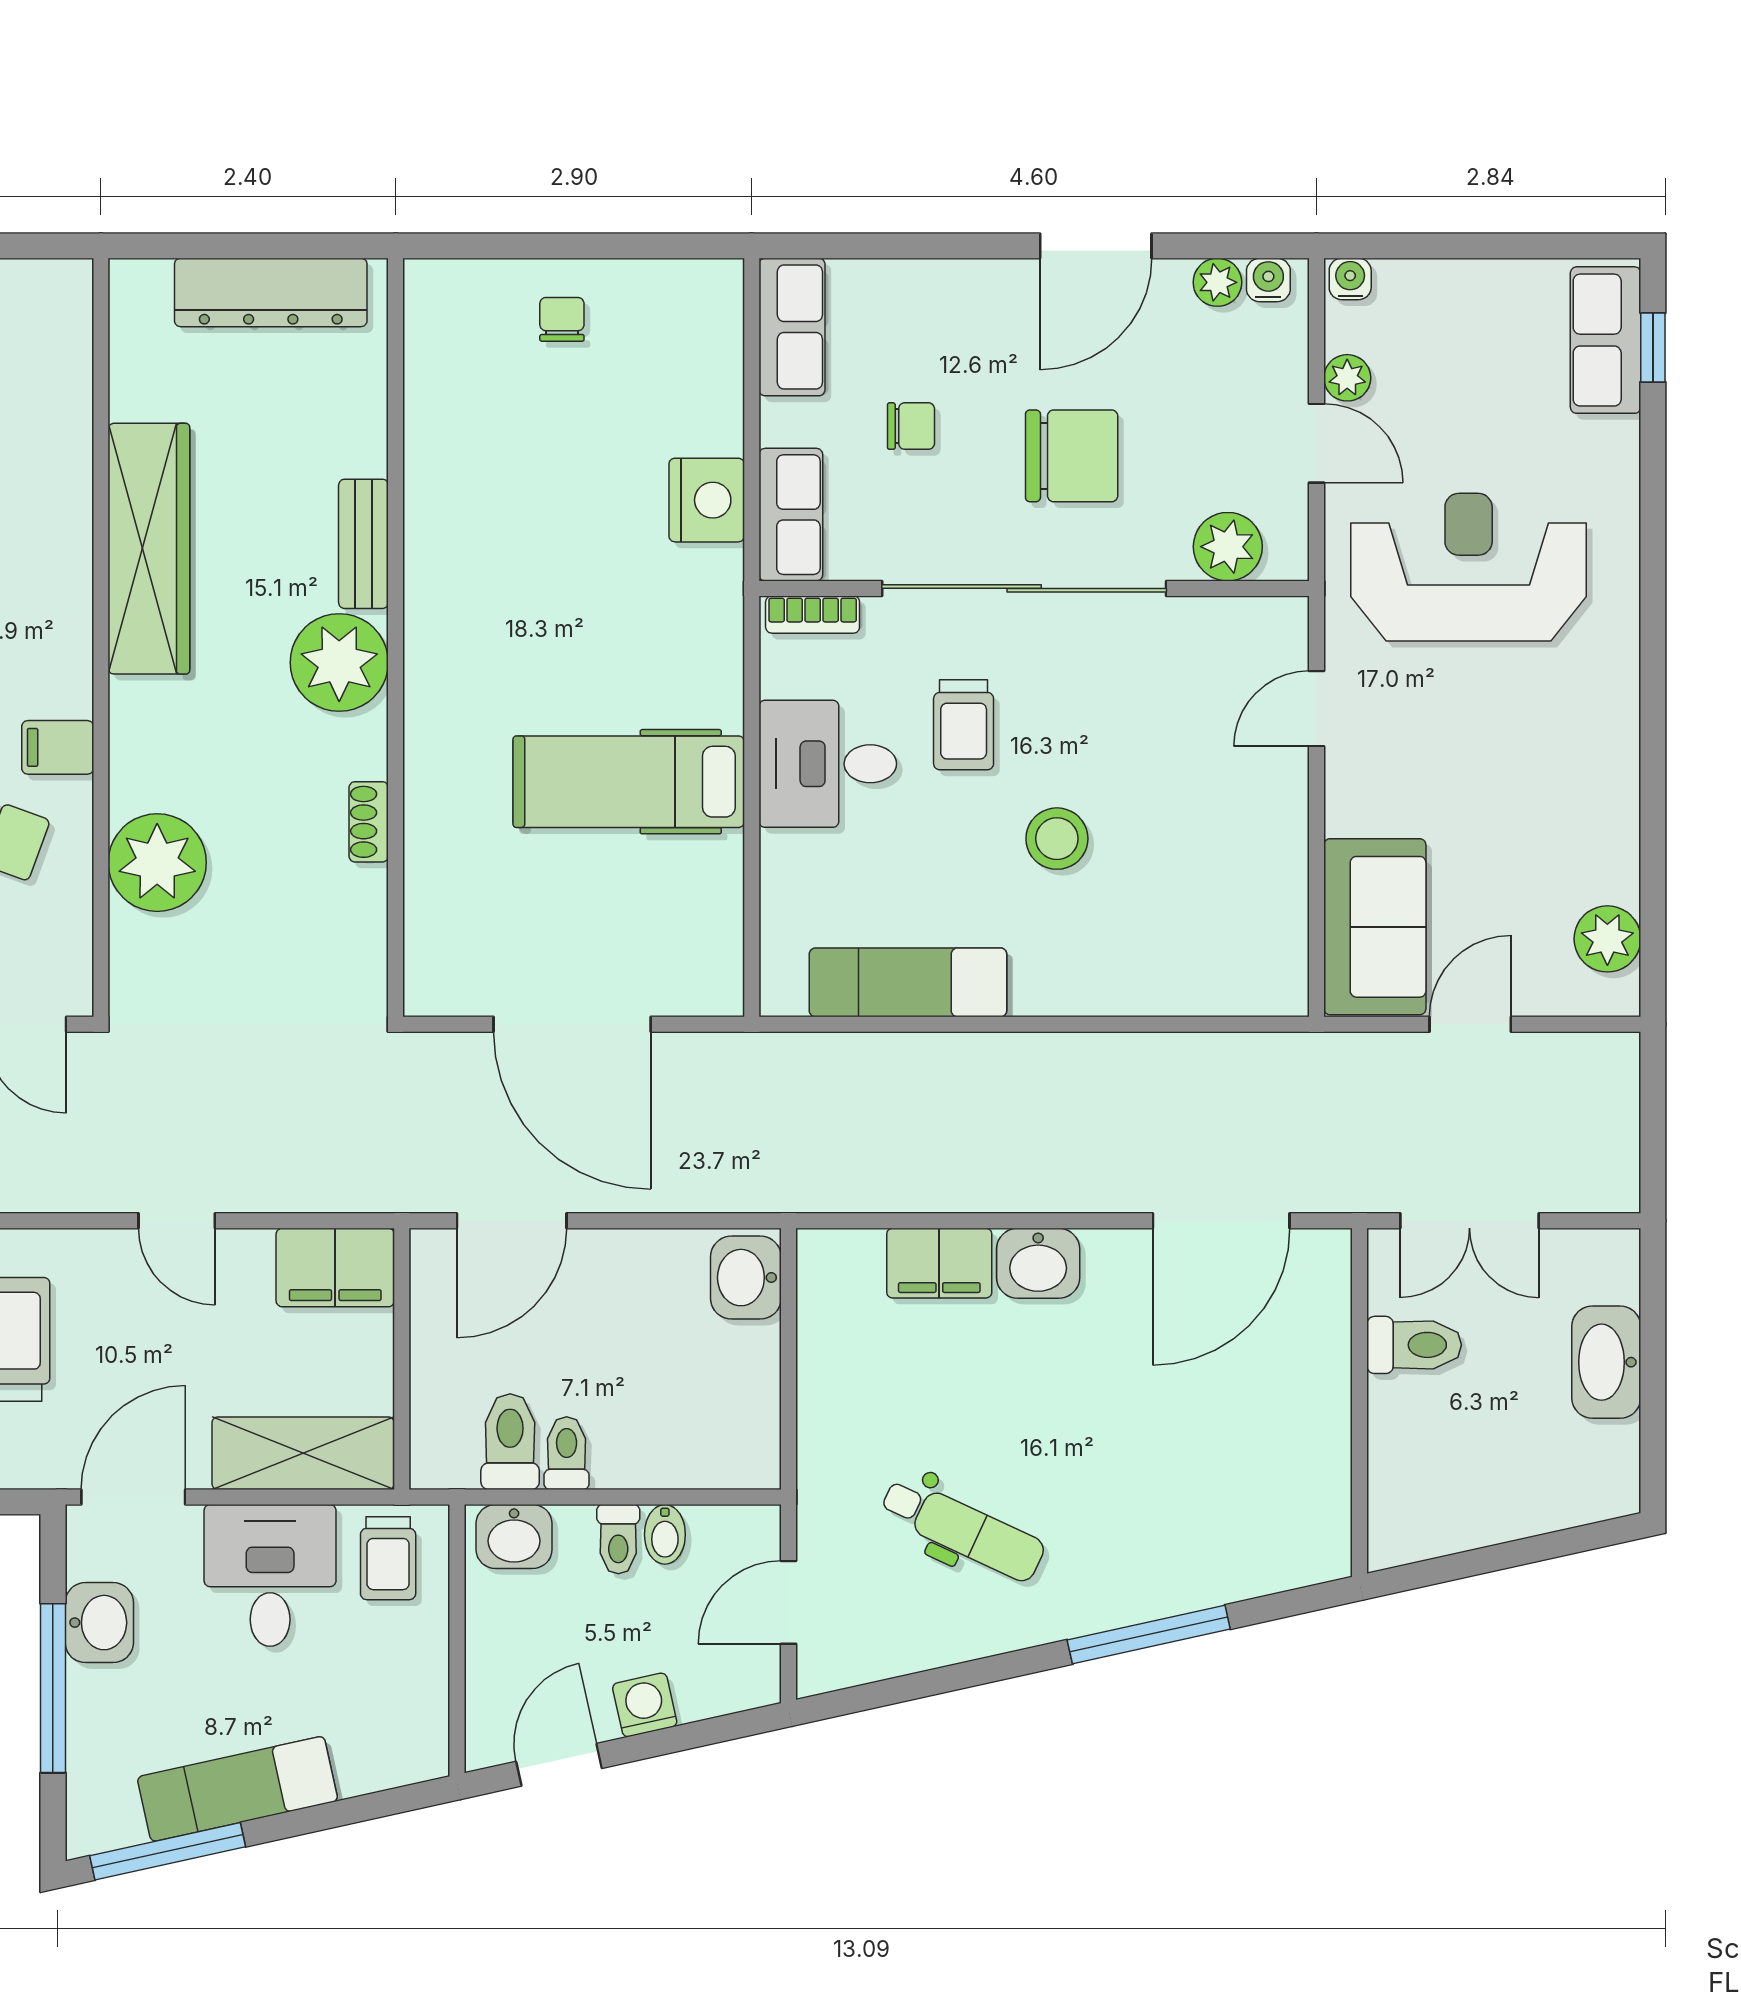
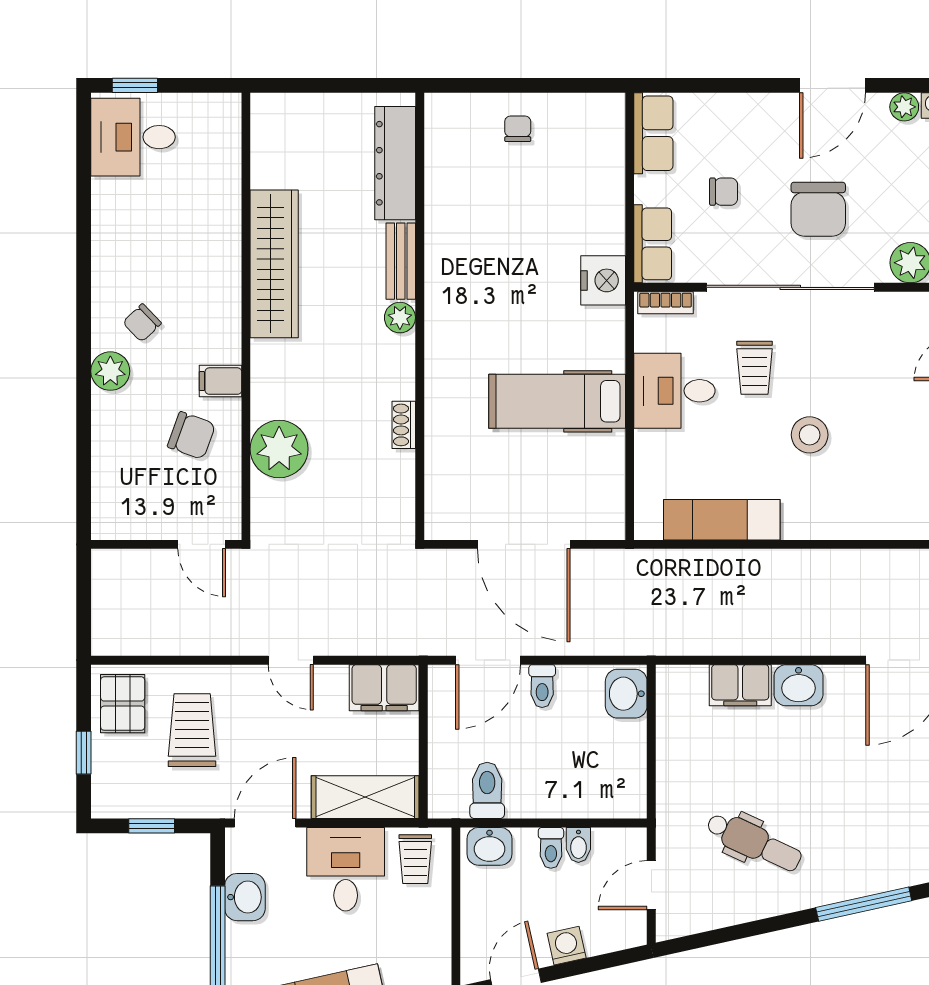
dresser: (271, 292) -> (395, 163), moved, turned 90
chair: (1072, 456) -> (818, 209), turned 90
nightstand: (707, 500) -> (603, 280), moved
plant: (339, 663) -> (400, 318), width x0.53, depth x0.53
toilet: (567, 1453) -> (542, 686), moved, turned 180

